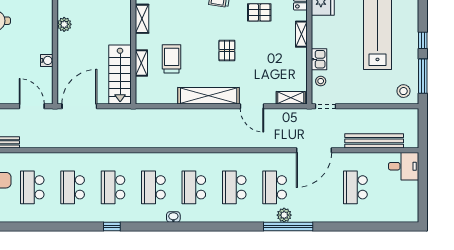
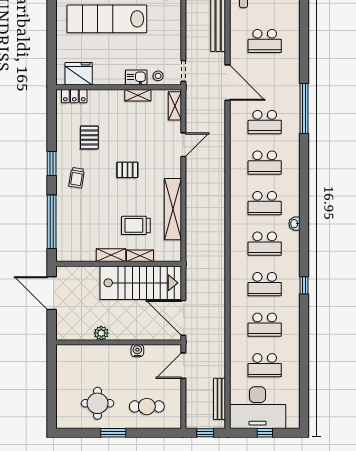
shelving: (142, 19) -> (111, 255), moved
shelving: (301, 34) -> (138, 95), moved
stairs: (120, 74) -> (141, 283), width x1.36, depth x1.51
shelving: (209, 96) -> (173, 209), moved
plant: (284, 215) -> (293, 112), removed

